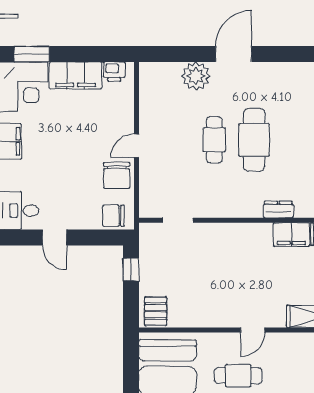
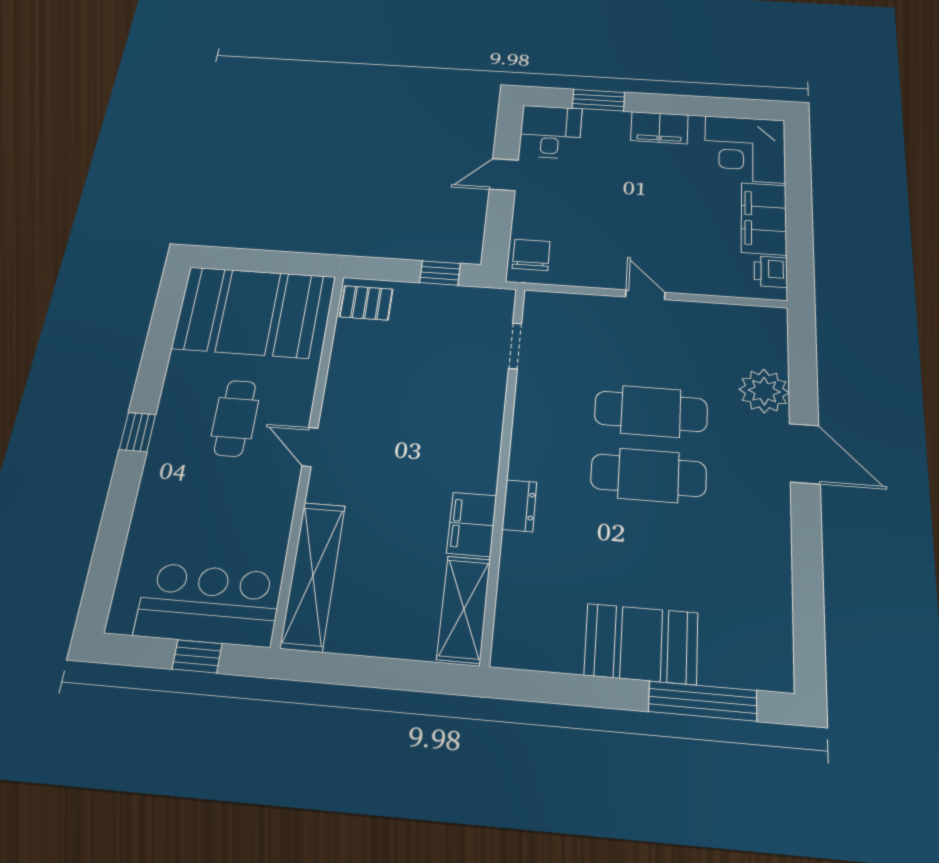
window: (32, 54) -> (798, 164), removed
cafe table: (214, 140) -> (651, 411), width x1.37, depth x1.35
chair: (117, 175) -> (597, 264), removed

